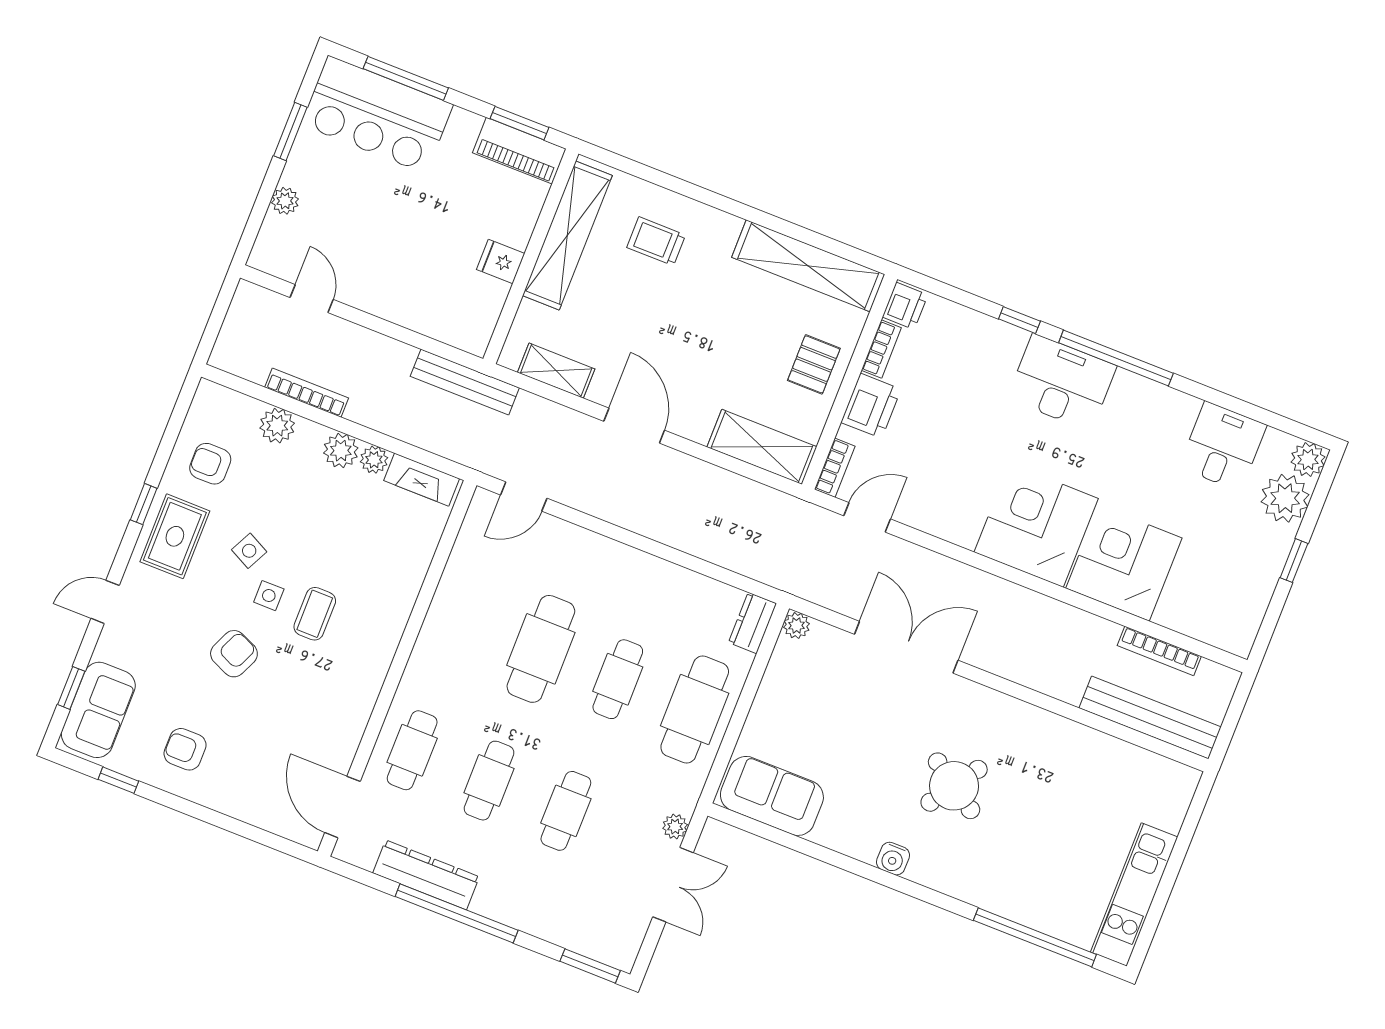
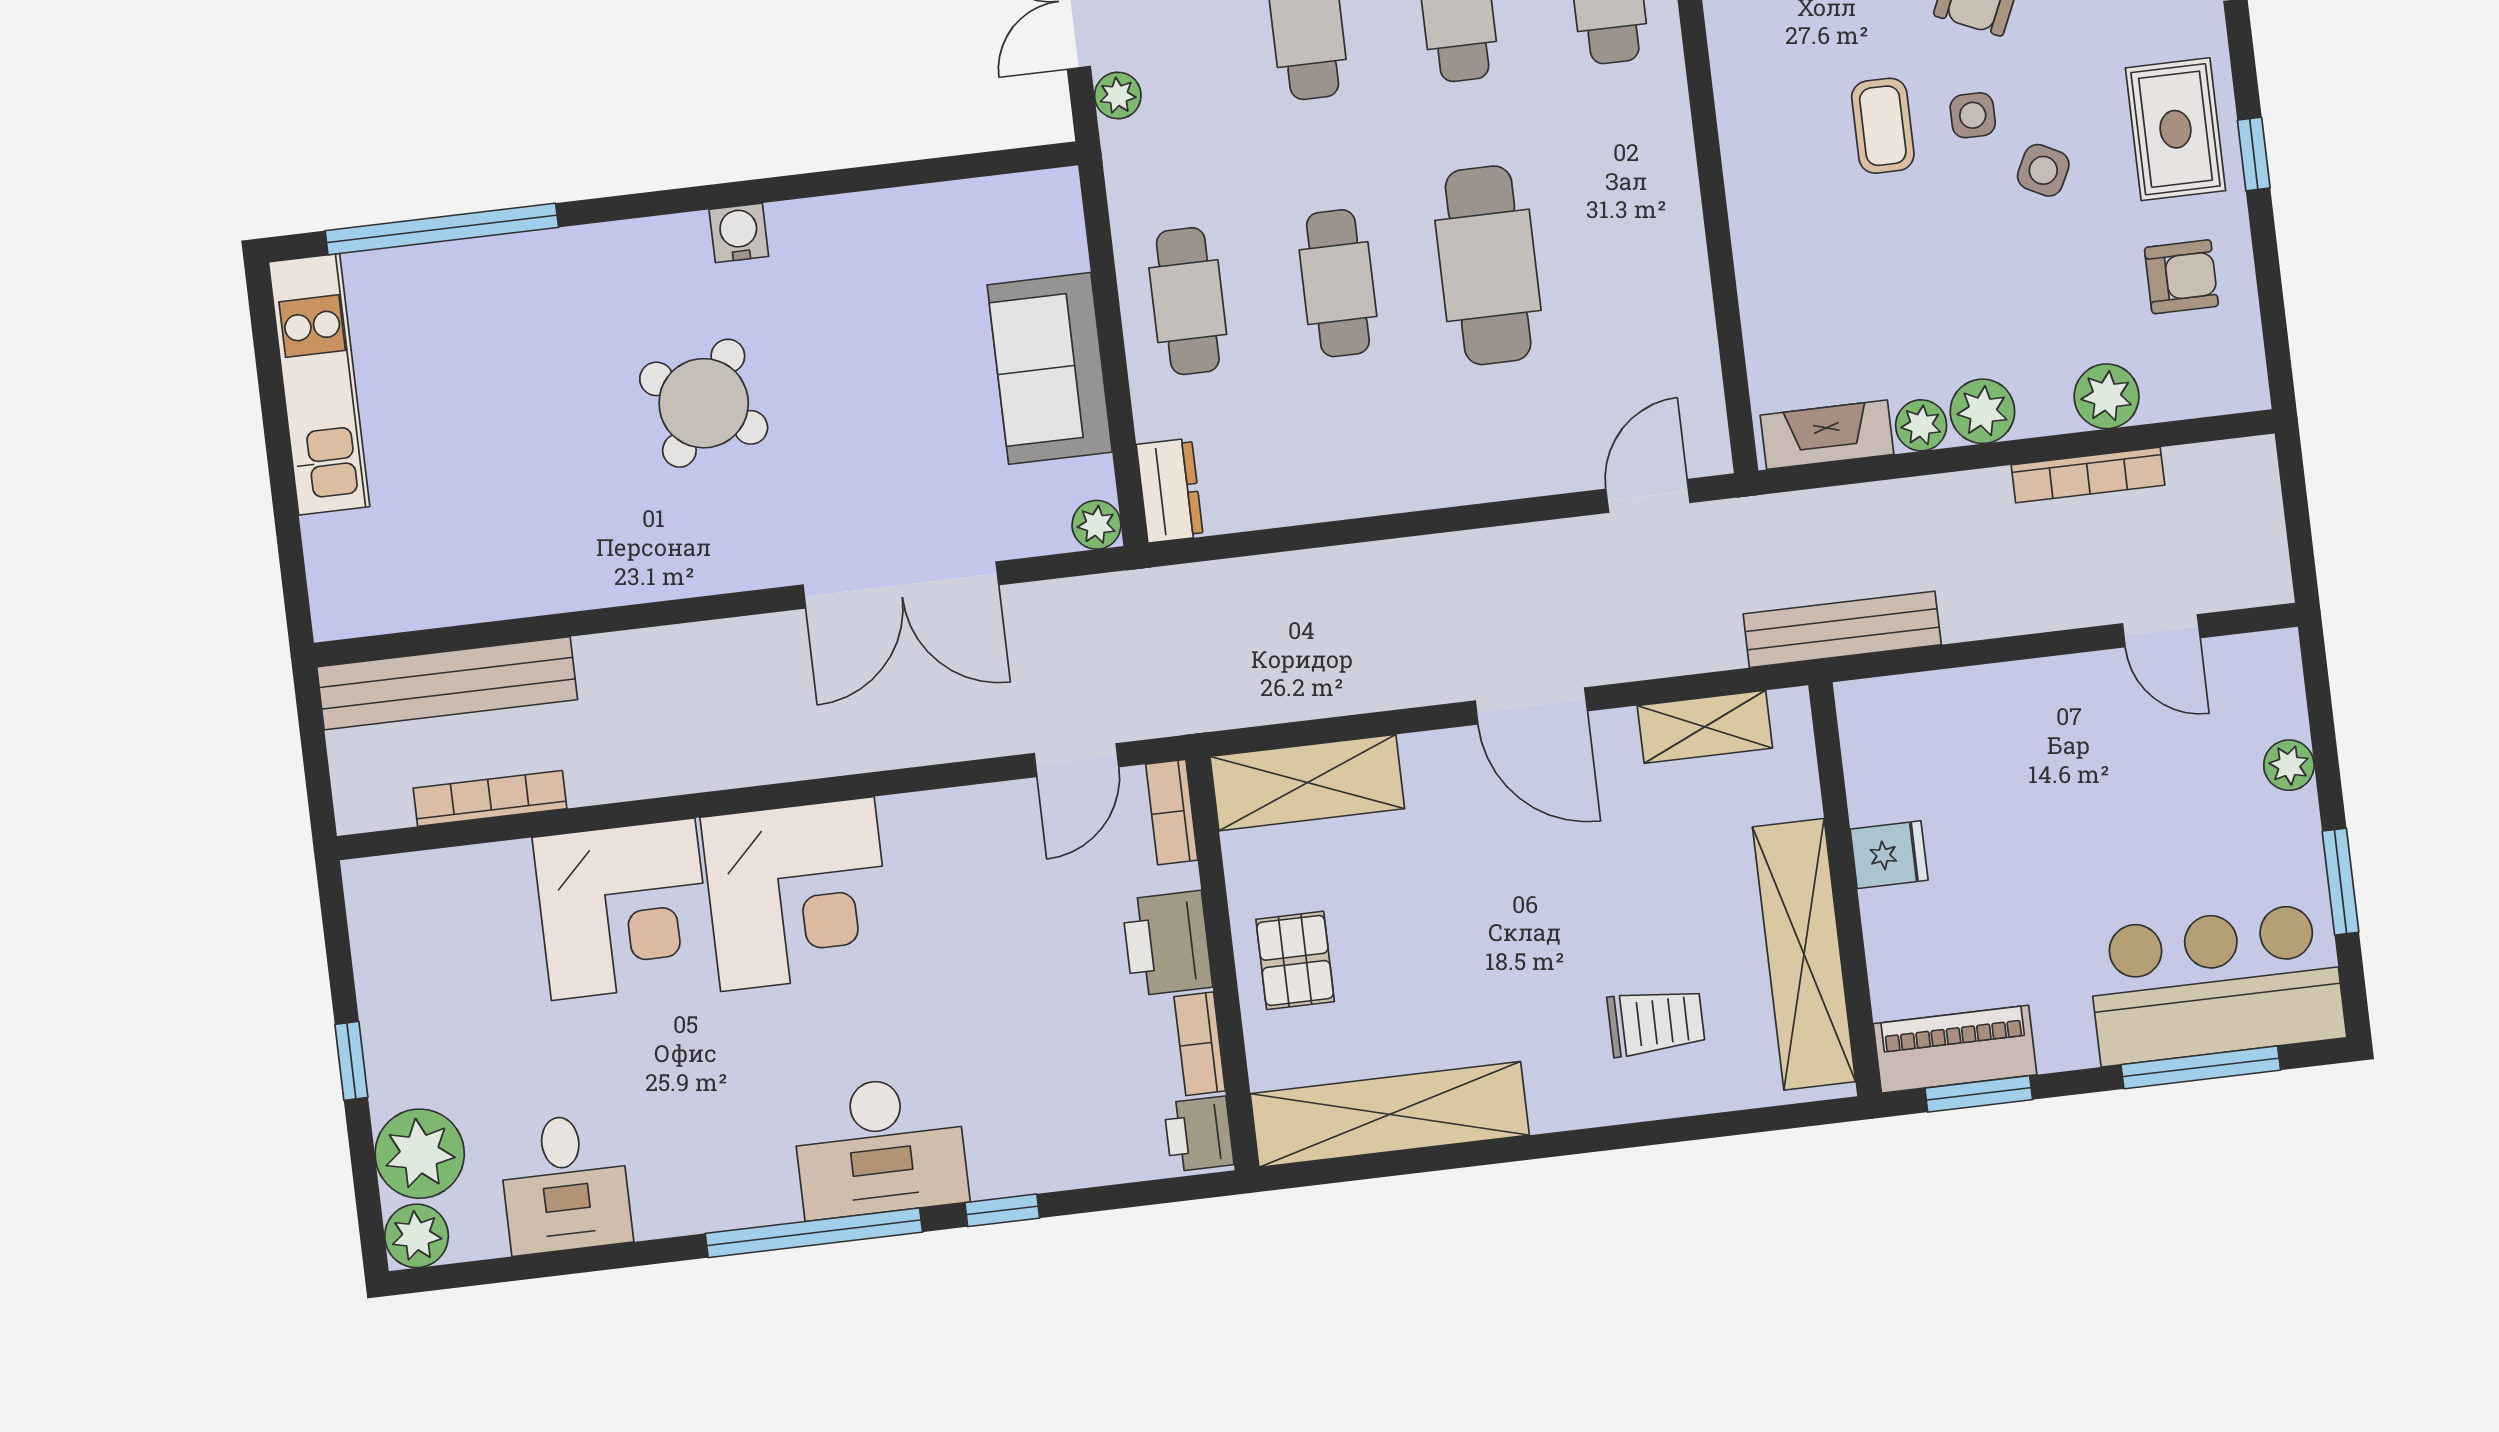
cafe table: (695, 709) -> (1188, 301), width x0.73, depth x0.74
sofa: (772, 796) -> (1050, 368), moved, turned 90

